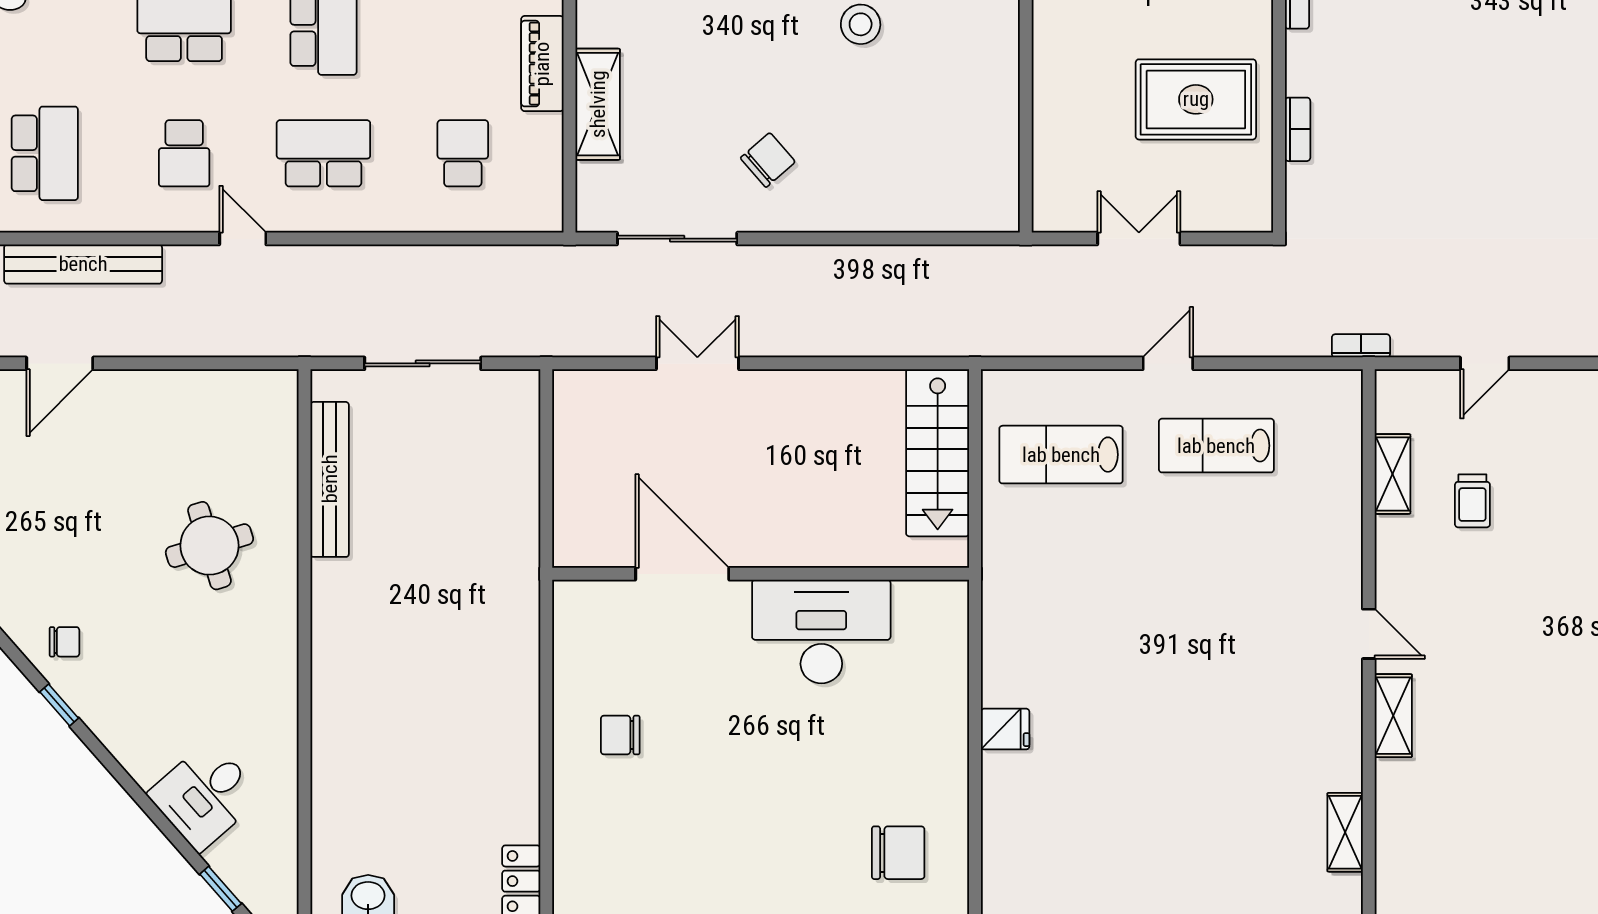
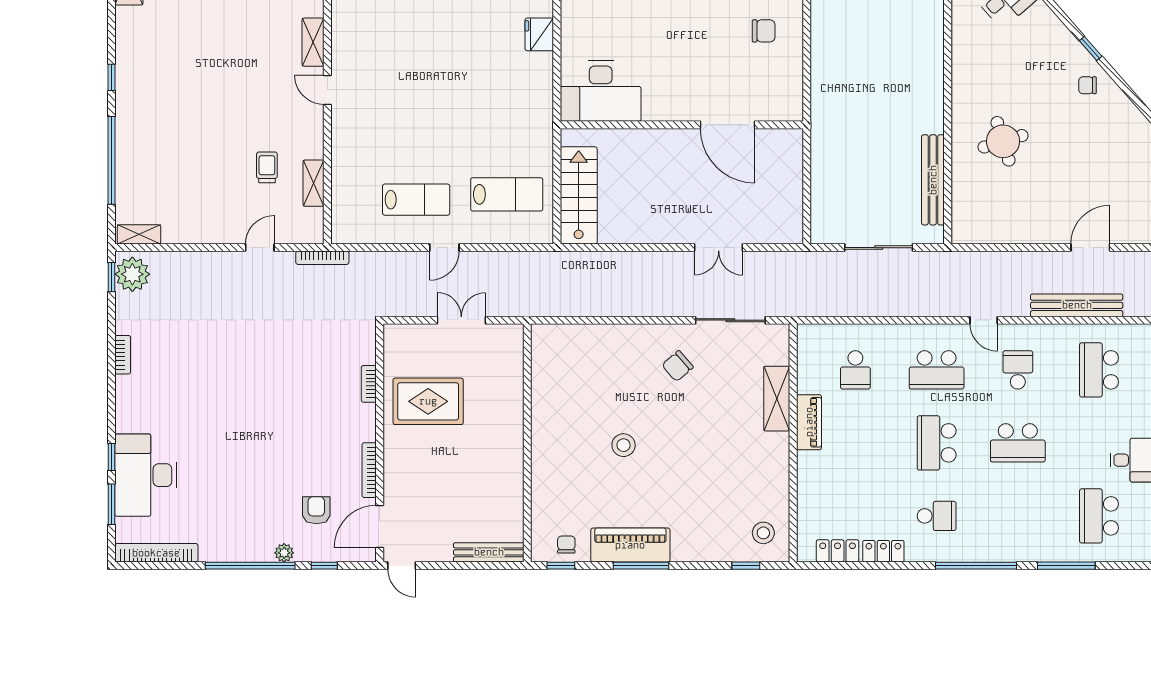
double door: (1139, 239) -> (461, 320), swing flipped
bookcase: (1361, 346) -> (322, 258), width x1.56
desk: (821, 632) -> (601, 91), moved
fridge: (1005, 729) -> (539, 34), width x1.38

